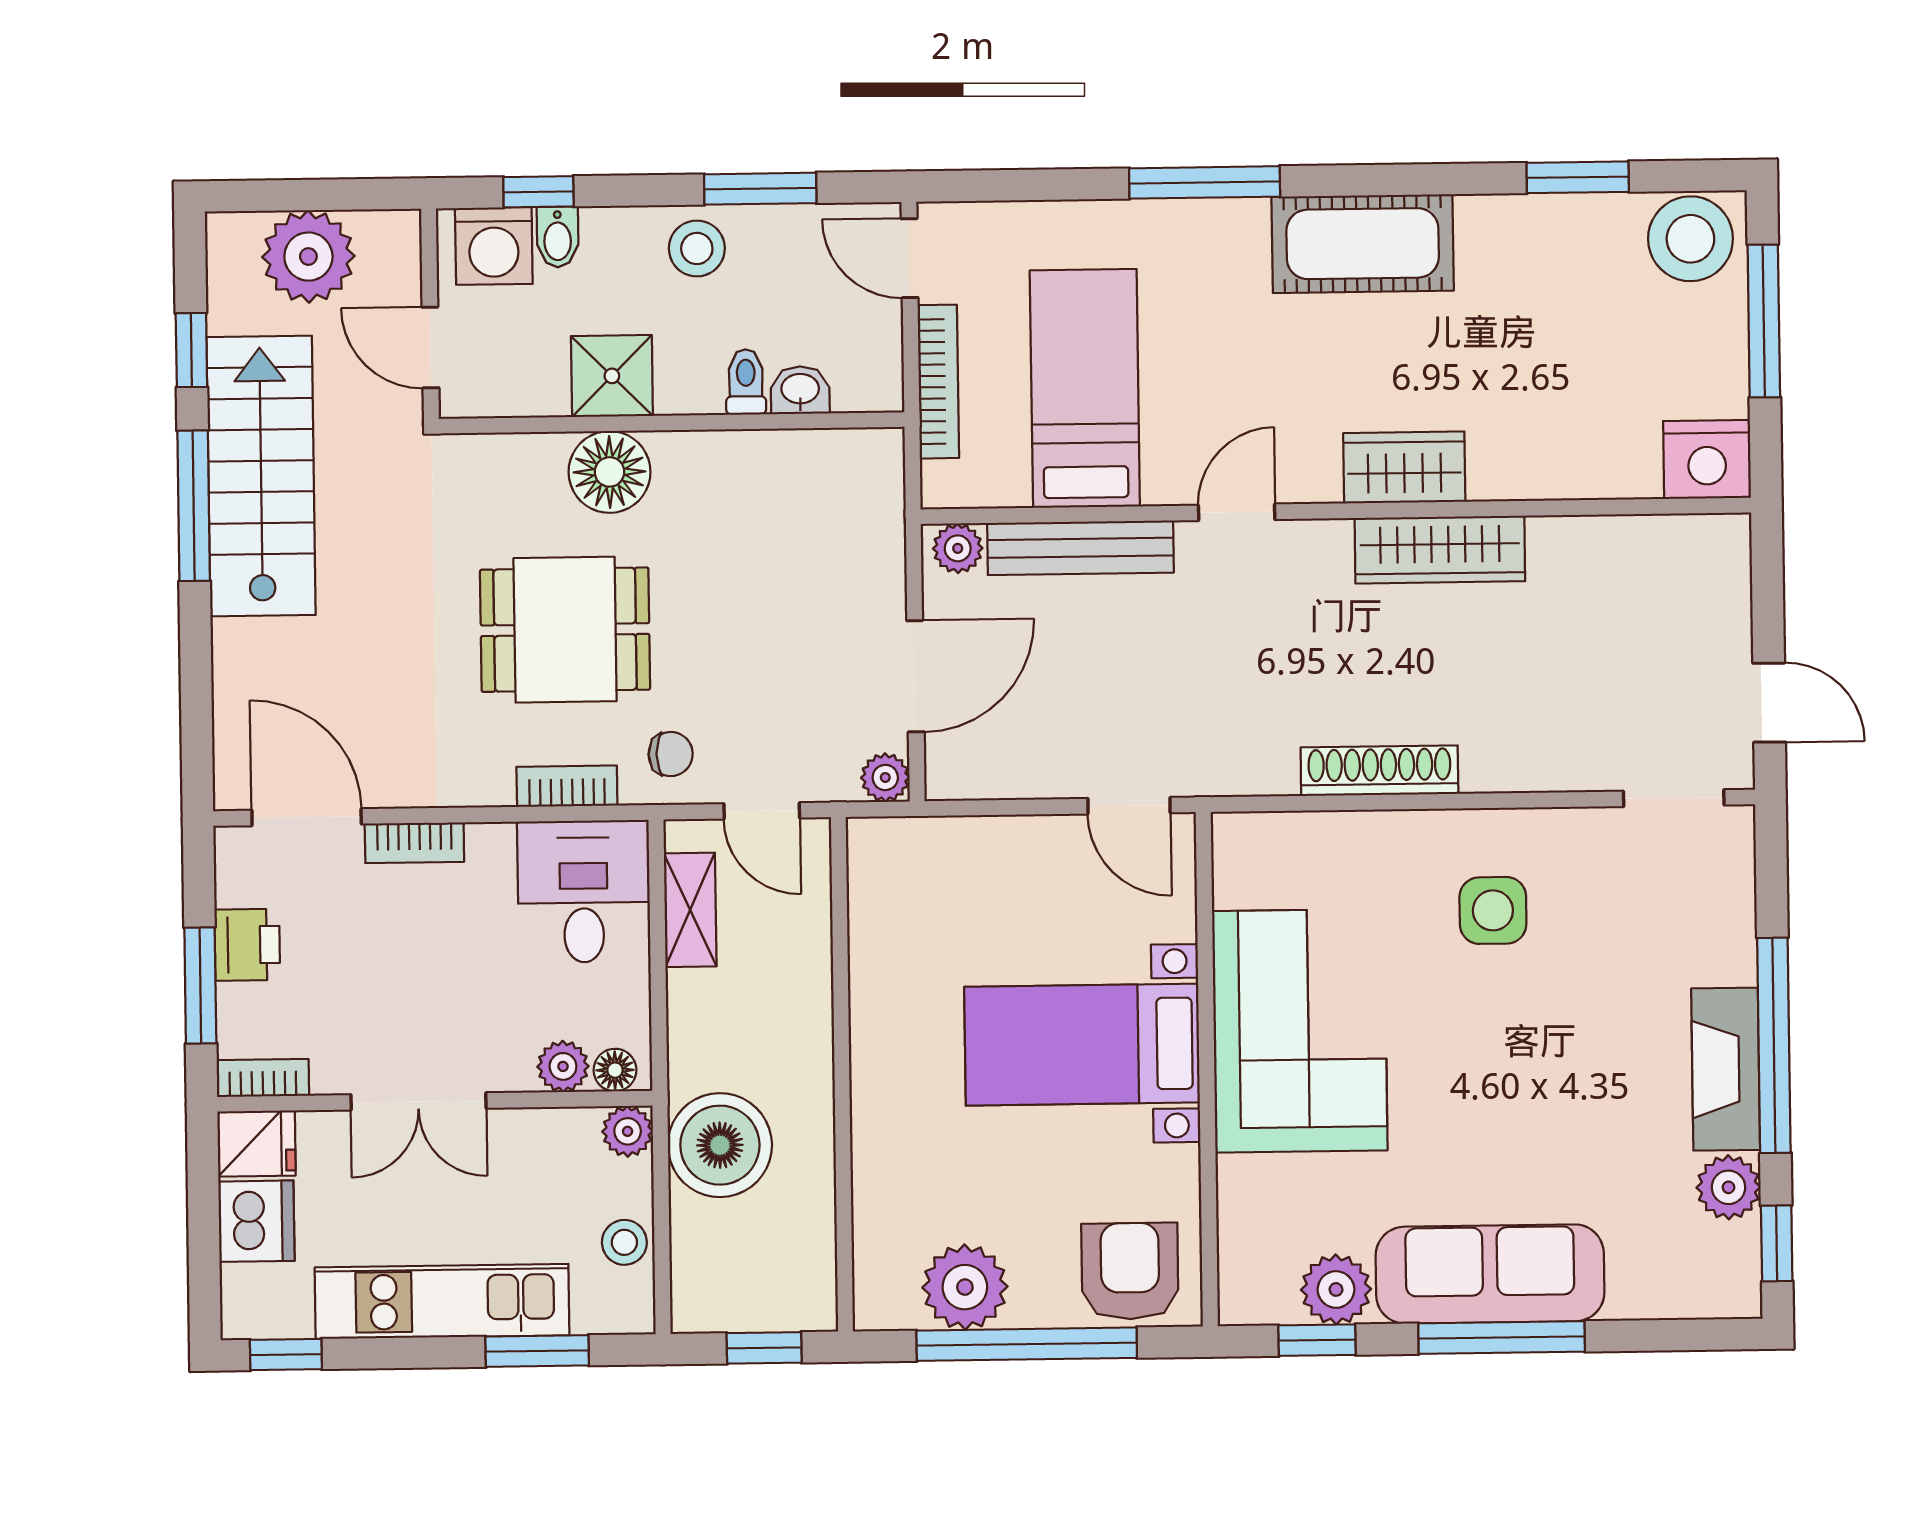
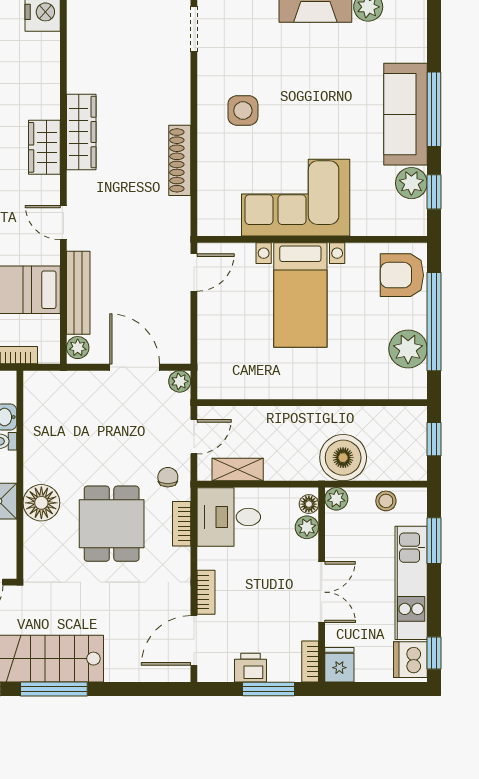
dishwasher: (256, 1221) -> (410, 660), moved, turned -90

